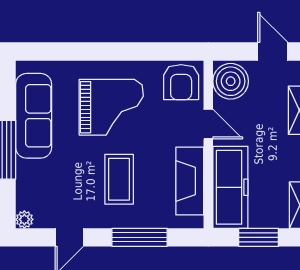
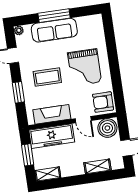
sofa: (34, 116) -> (54, 30), moved
door: (208, 124) -> (83, 120), hinge flipped
window: (140, 237) -> (18, 92), width x0.69

